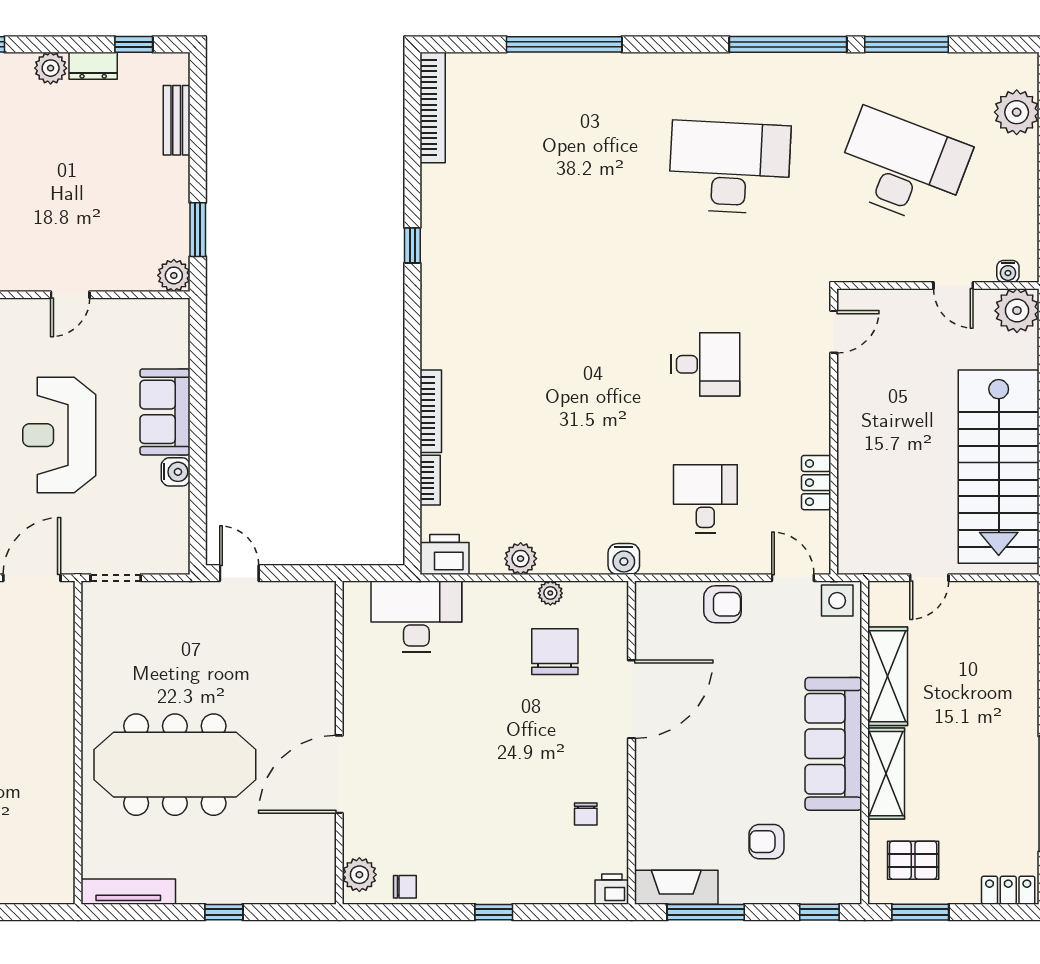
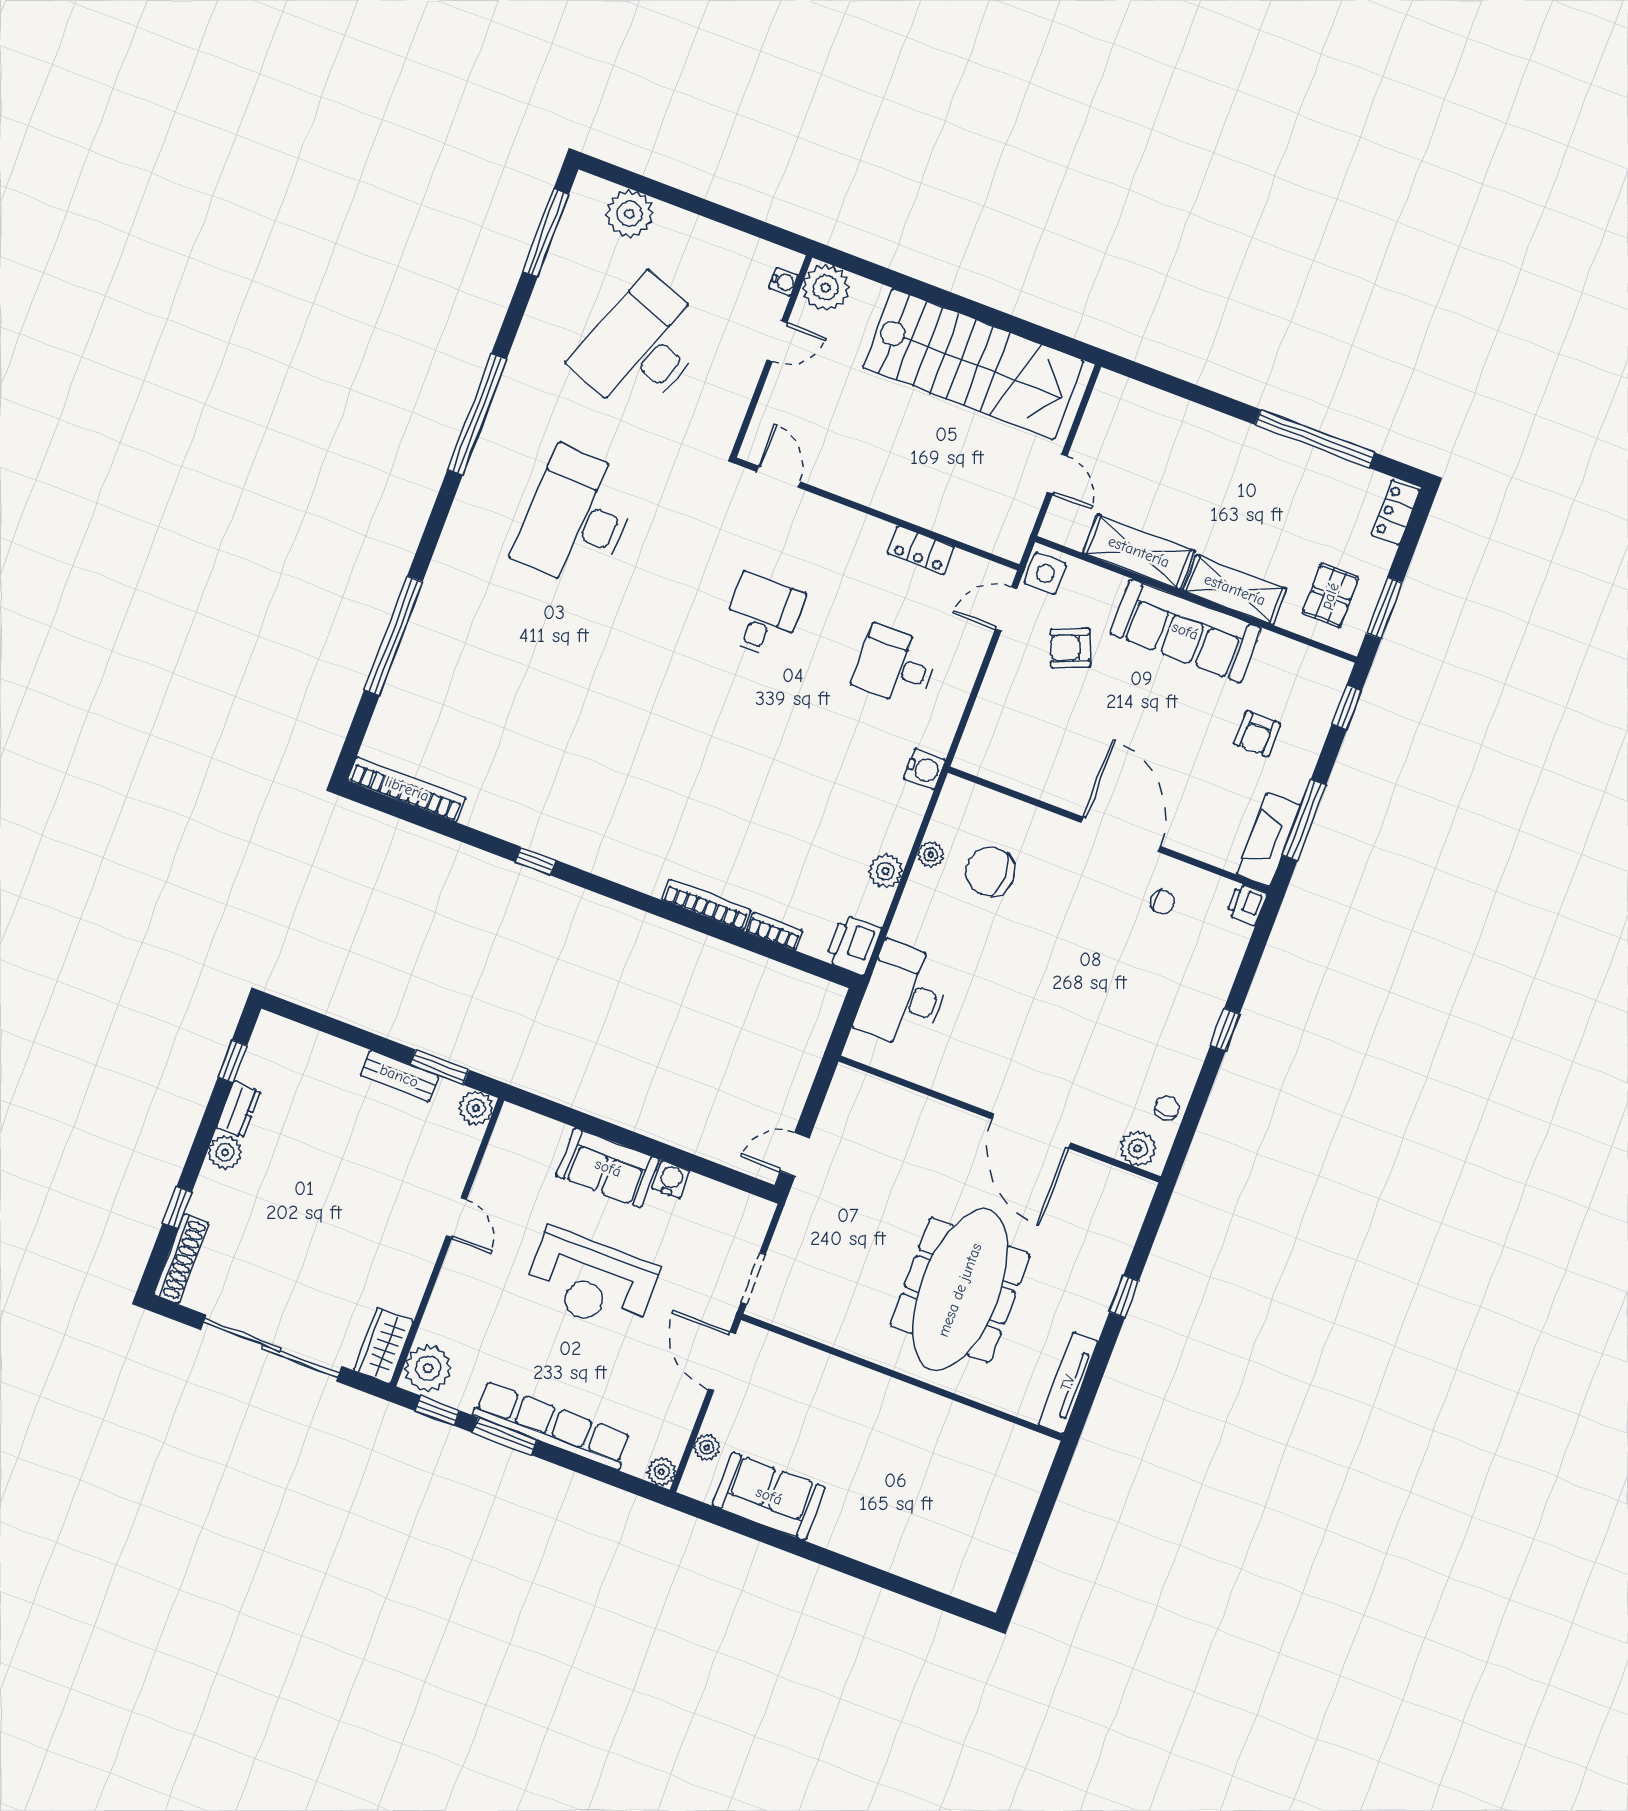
window: (906, 44) -> (546, 233), moved
bench: (177, 120) -> (399, 1076), moved
armchair: (723, 604) -> (1070, 648), moved, turned -112
door: (632, 699) -> (1121, 834), moved

